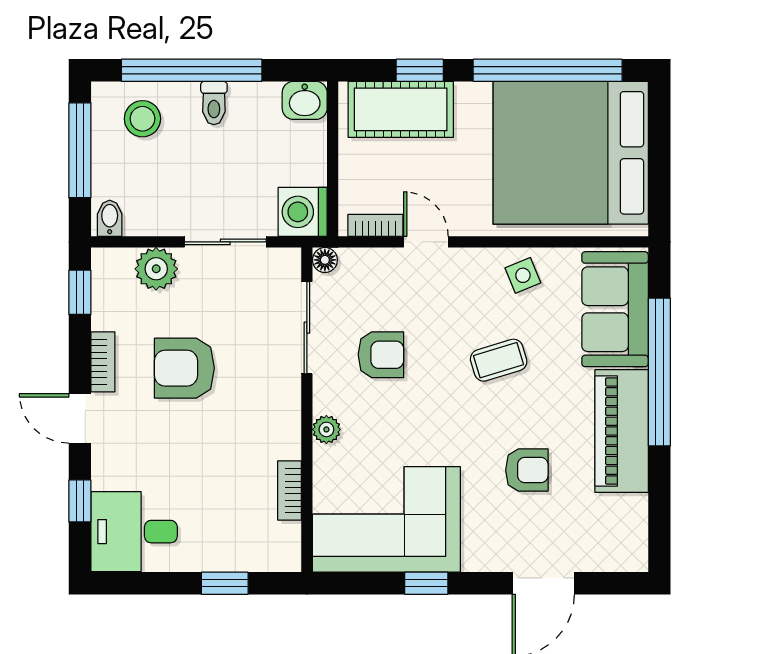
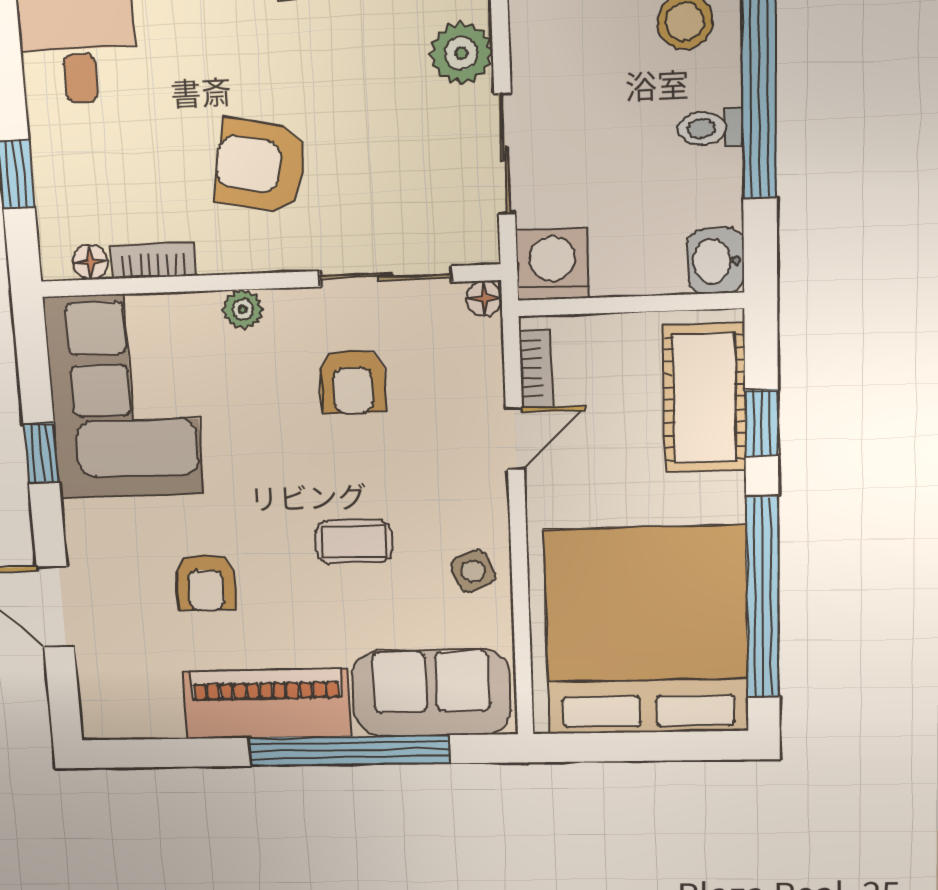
coffee table: (499, 360) -> (354, 541), turned -73
armchair: (184, 368) -> (261, 166), moved, turned -79
floor lamp: (289, 536) -> (91, 262), added

